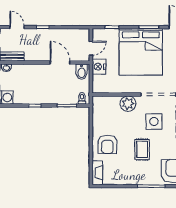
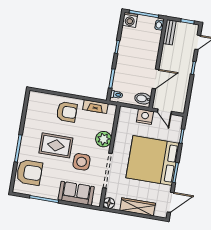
armchair: (107, 144) -> (67, 112), turned 180
rug: (142, 150) -> (56, 145), width x1.36, depth x1.43
fireplace: (97, 173) -> (95, 107), moved

